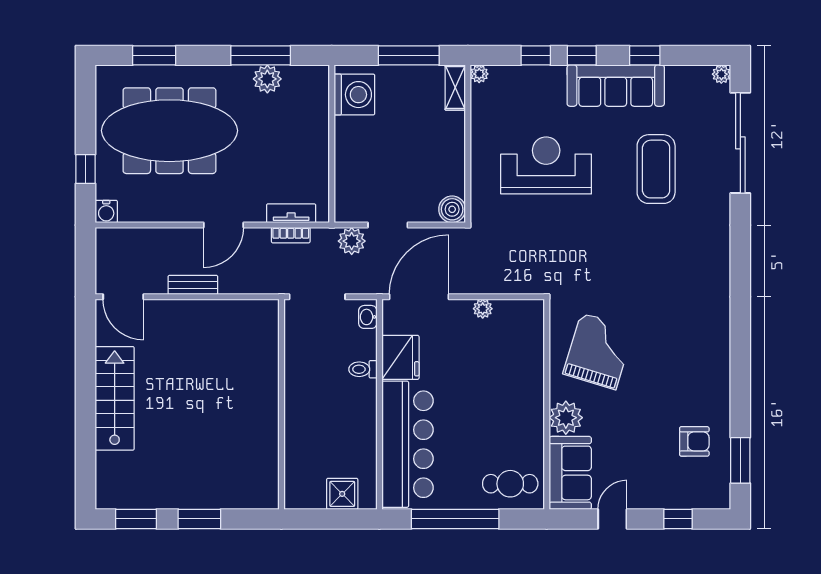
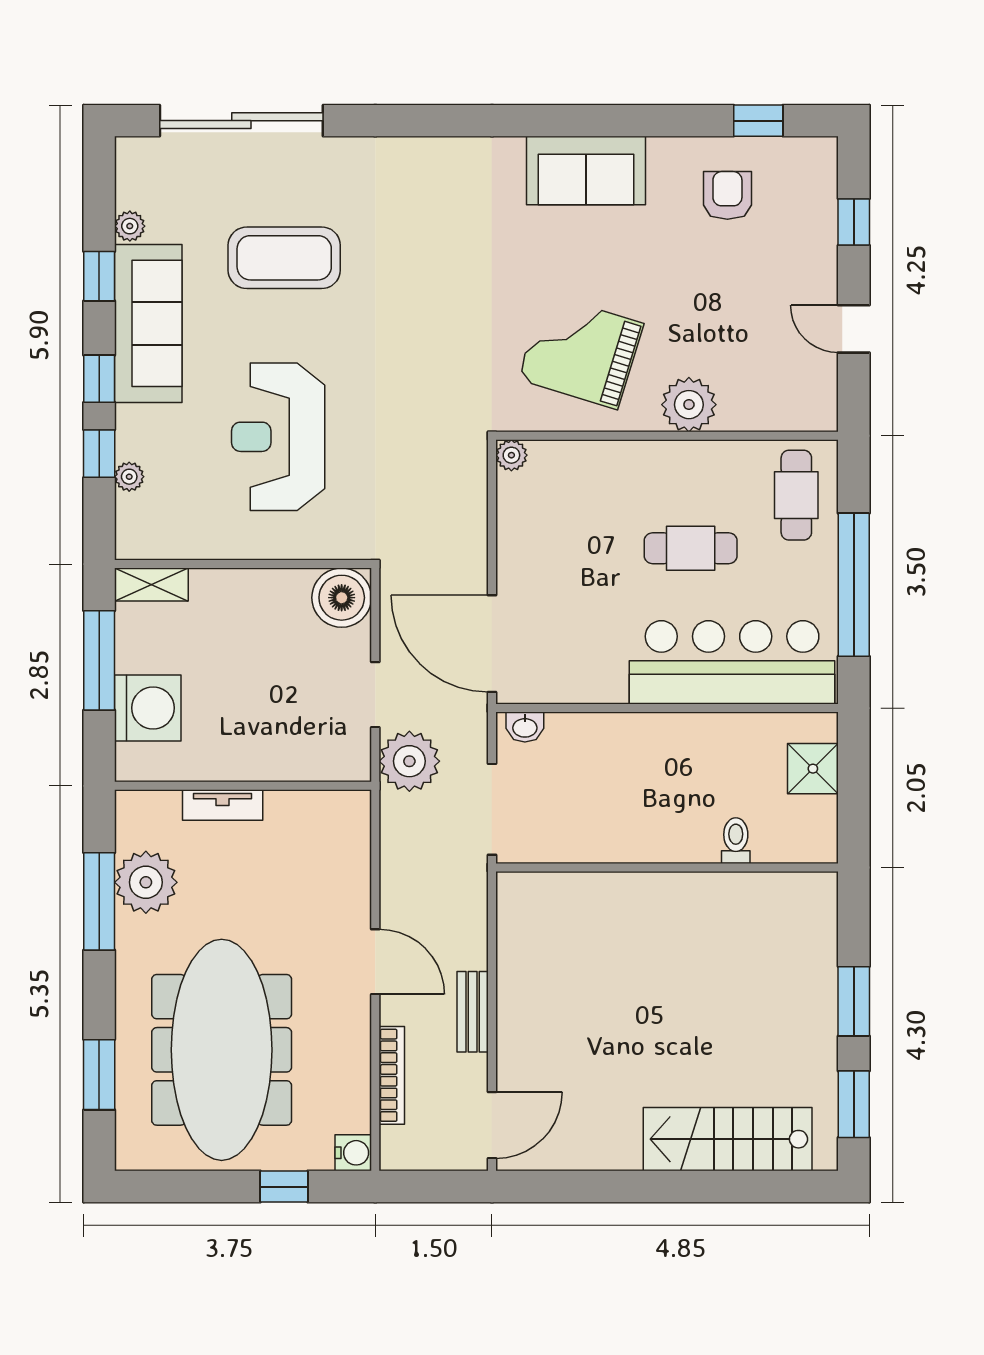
plant: (479, 74) -> (129, 477), moved
plant: (721, 74) -> (130, 226), moved
plant: (267, 79) -> (146, 882), width x1.36, depth x1.36
washing machine: (354, 95) -> (148, 708), moved, turned 90
boiler: (452, 209) -> (342, 598), width x1.37, depth x1.37
tv unit: (291, 213) -> (223, 805), moved, turned -90
bookcase: (291, 235) -> (392, 1075), moved, width x1.56
plant: (352, 241) -> (409, 761), width x1.36, depth x1.36
plant: (483, 309) -> (511, 455), moved
fridge: (400, 357) -> (591, 674), removed
toilet: (363, 369) -> (736, 841), moved, turned 180
stairs: (115, 398) -> (728, 1139), moved
cafe table: (478, 419) -> (691, 548), added
window: (740, 460) -> (758, 121), width x0.67
sofa: (570, 473) -> (586, 171), moved, turned 180

